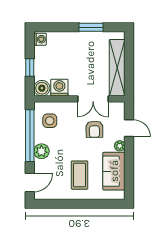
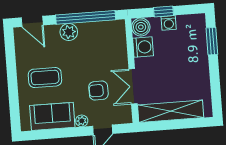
window: (91, 27) -> (212, 41), moved
washing machine: (40, 39) -> (169, 23), moved
side table: (50, 121) -> (104, 39), removed

